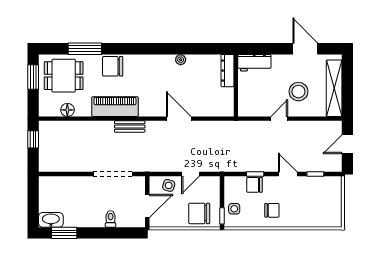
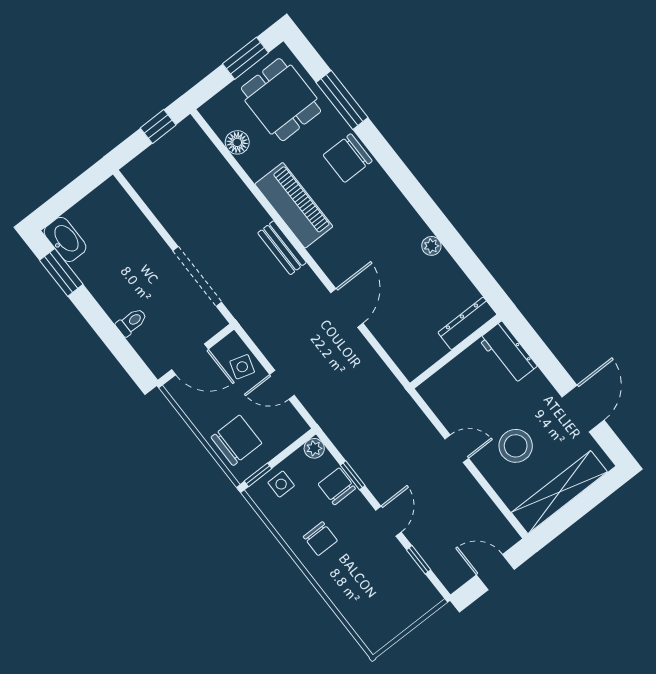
chair: (113, 66) -> (348, 158), turned -90
plant: (230, 182) -> (314, 448), added
chair: (199, 213) -> (236, 440), turned 90

